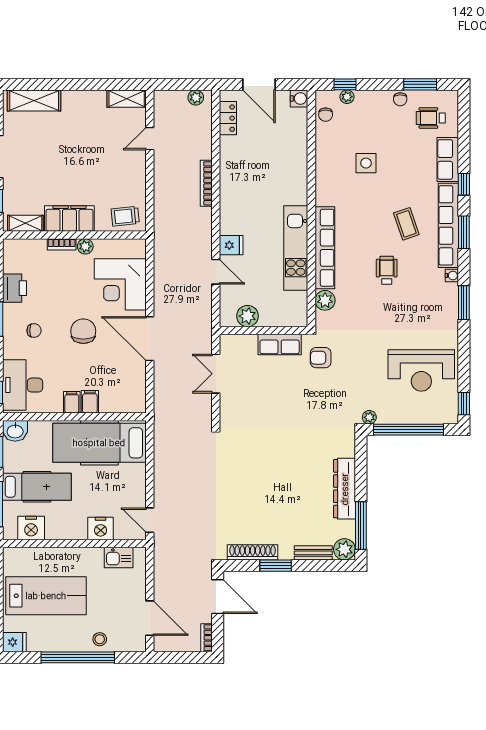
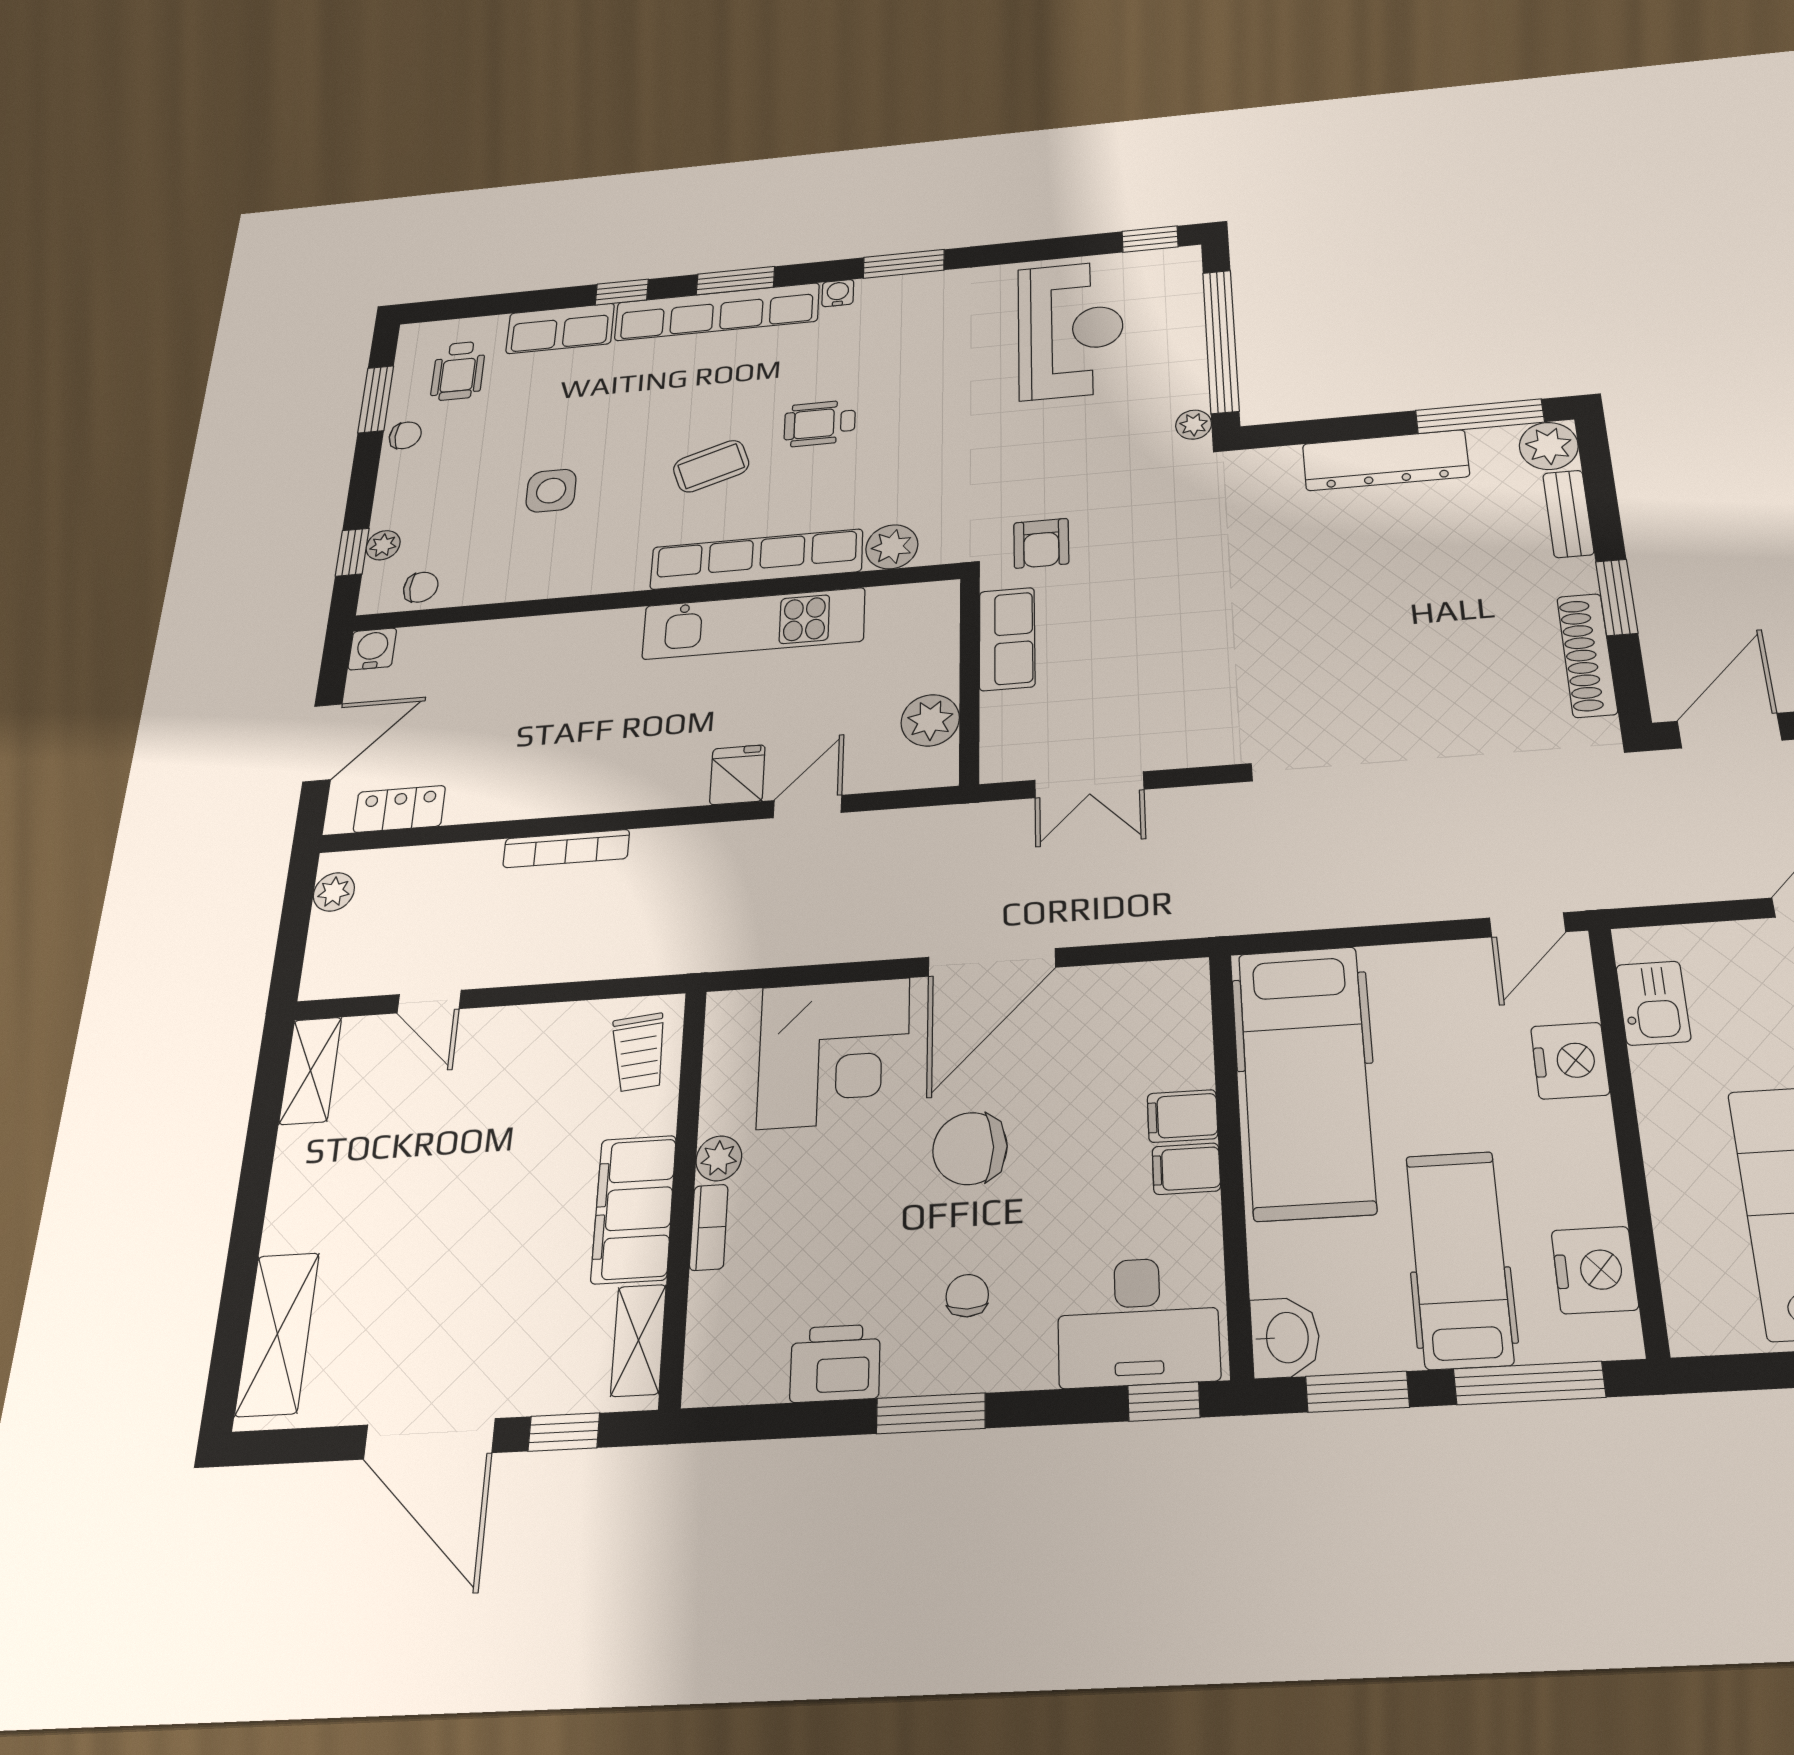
coffee table: (406, 224) -> (711, 466), moved

